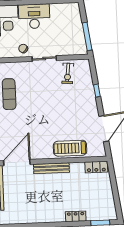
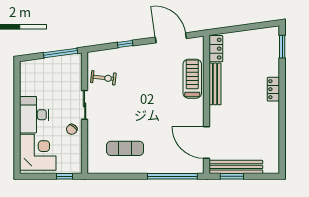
treadmill: (70, 148) -> (192, 79), turned 180
bench: (51, 168) -> (215, 84), moved
locker: (76, 216) -> (273, 89), moved

